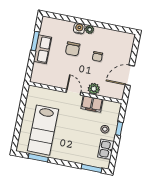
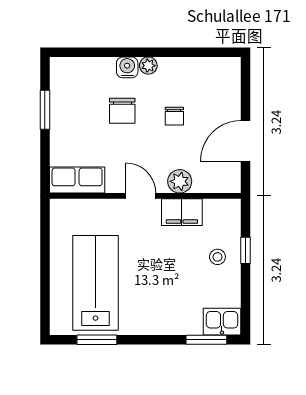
row of seats: (42, 49) -> (77, 180), moved, turned -90
lab bench: (43, 130) -> (95, 283), turned 180
kitchen sink: (106, 149) -> (222, 322), moved, turned 90

